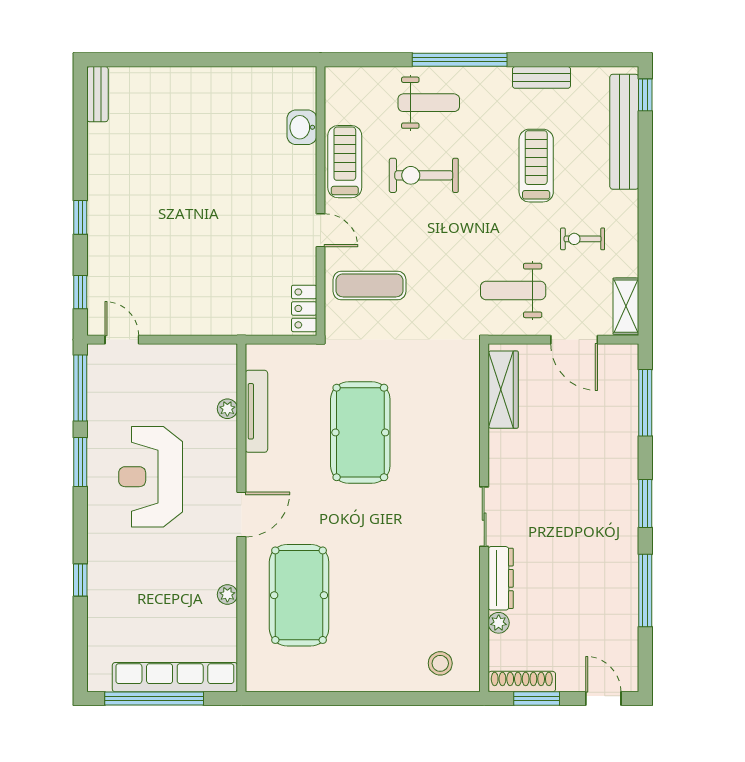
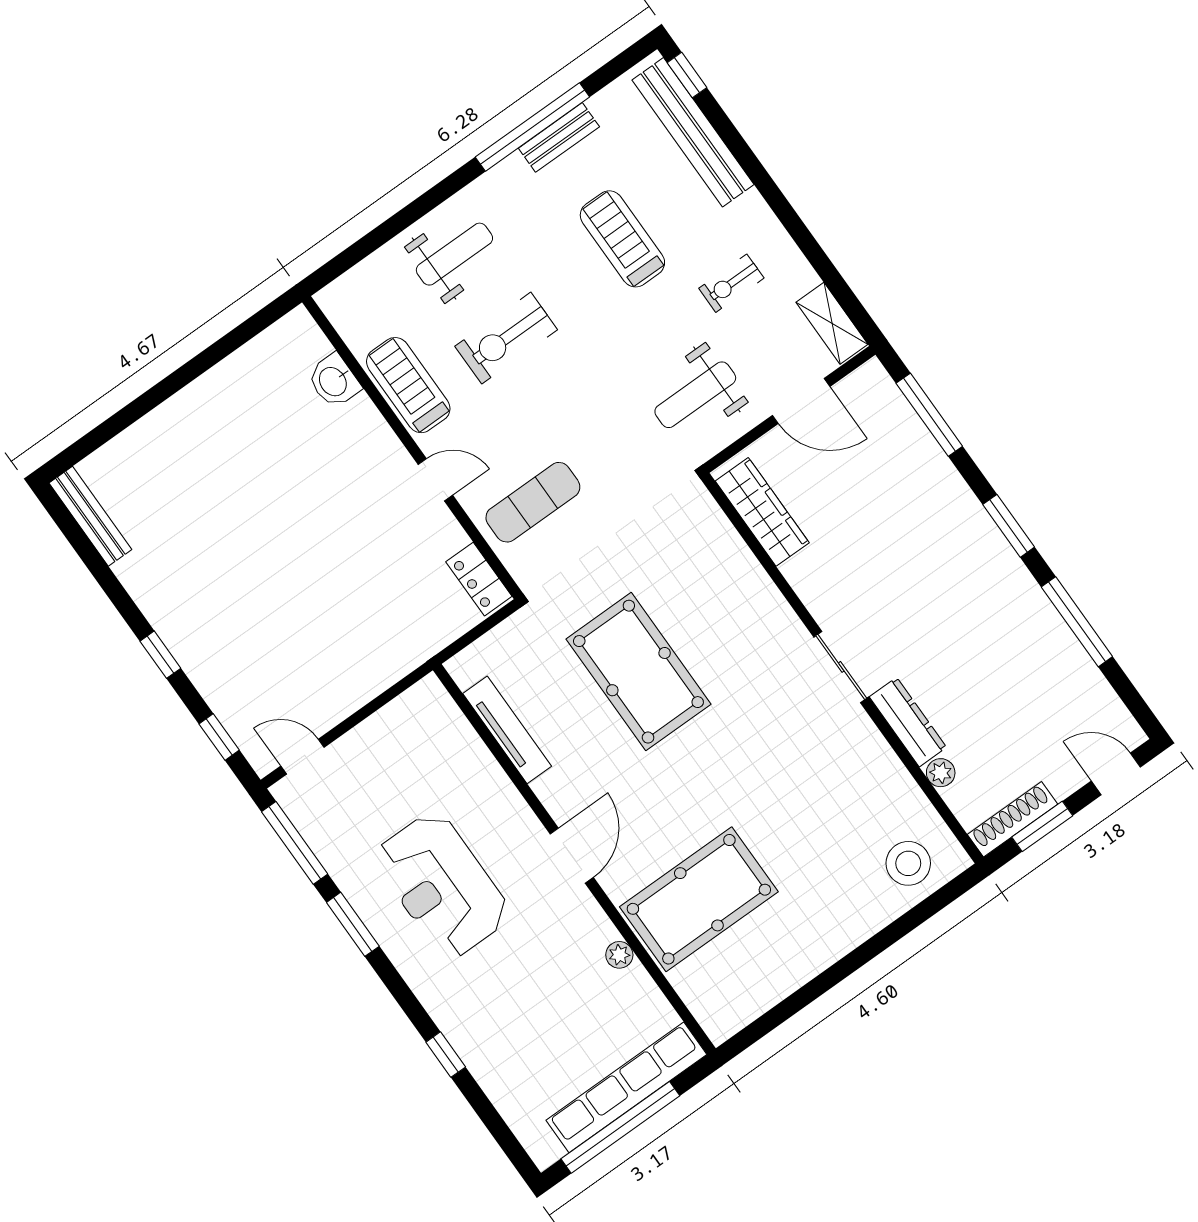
window: (460, 60) -> (532, 127), moved
bench: (97, 94) -> (90, 516), width x1.36
plant: (227, 409) -> (473, 750), removed
pool table: (299, 595) -> (699, 899), turned 90
stool: (440, 663) -> (908, 863), width x1.38, depth x1.38

